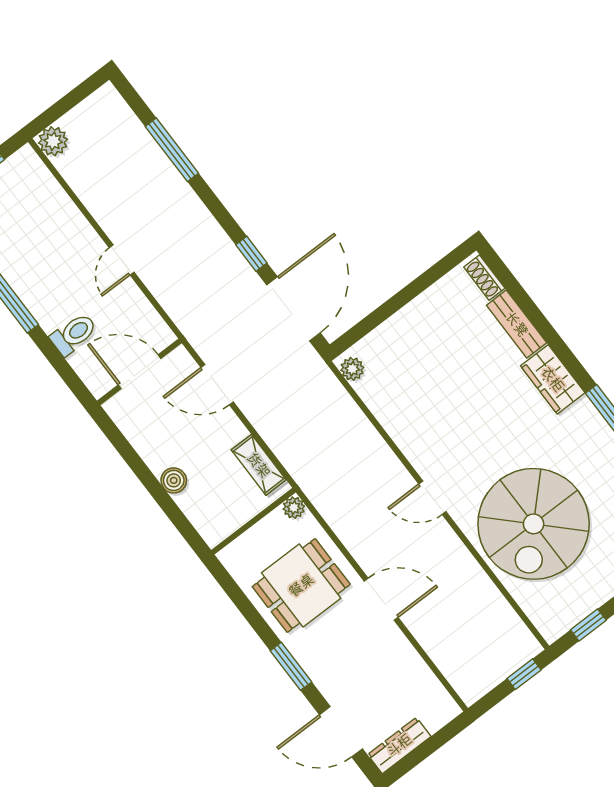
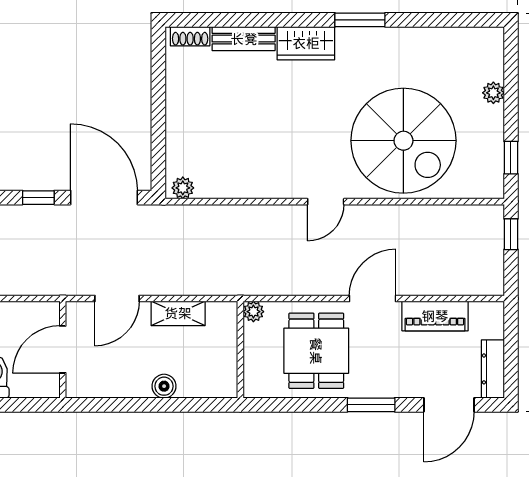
shelving: (259, 465) -> (178, 313), moved
piano: (407, 663) -> (435, 316), added

